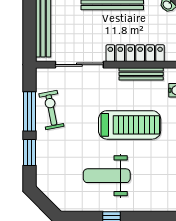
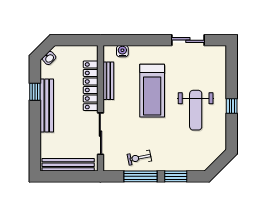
exercise bike: (51, 110) -> (139, 158), width x0.73, depth x0.72
treadmill: (130, 125) -> (152, 91), turned 180

